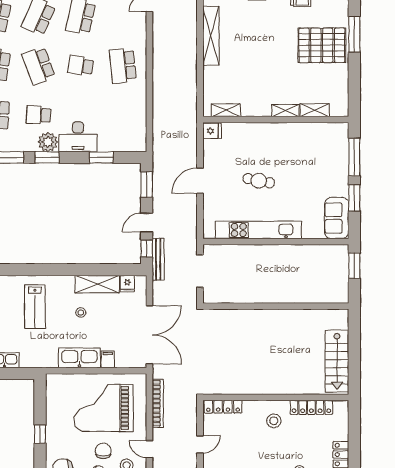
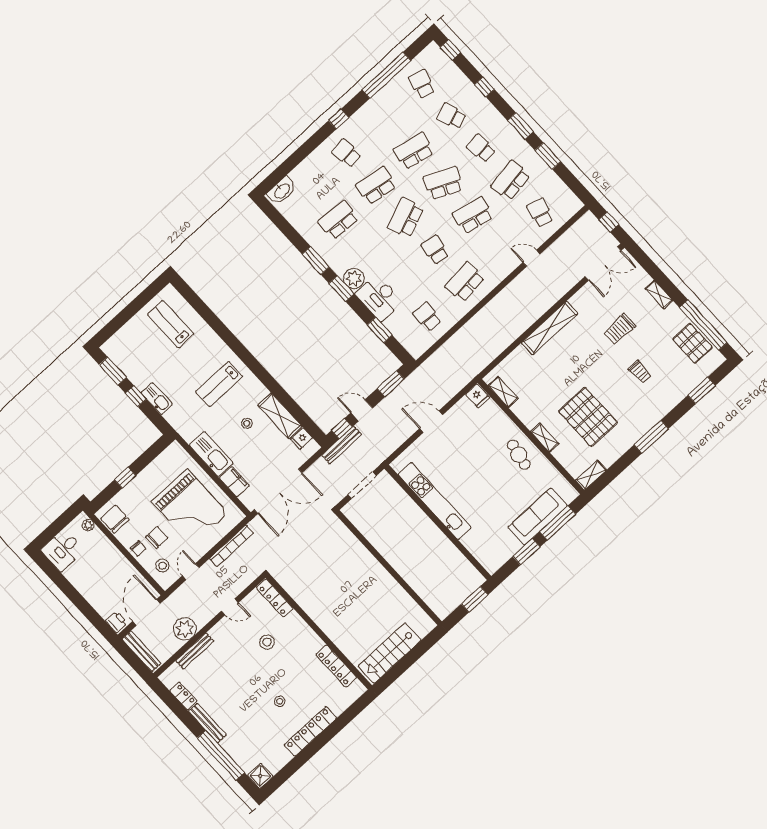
pallet: (322, 45) -> (588, 417), moved
shelving: (315, 110) -> (591, 475), moved, turned 90
school desk: (39, 115) -> (427, 317), moved
cafe table: (259, 181) -> (519, 455), moved
sofa: (337, 218) -> (538, 516), moved, width x1.36
filing cabinet: (108, 359) -> (234, 482), width x2.00
grand piano: (103, 408) -> (190, 508), turned 180
stool: (274, 421) -> (267, 642), moved

